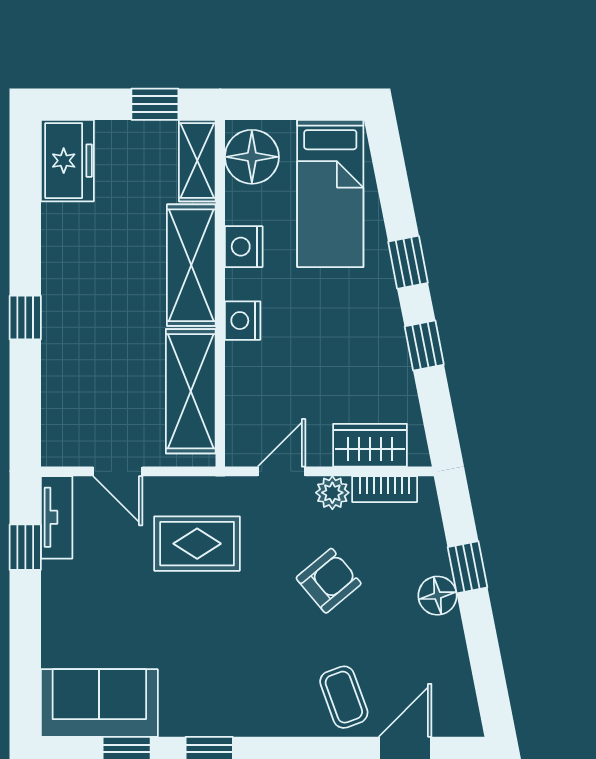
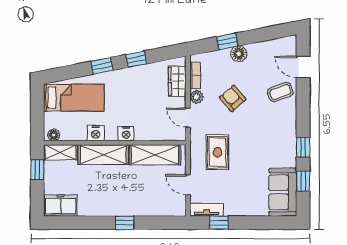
floor lamp: (252, 157) -> (54, 135), width x0.53, depth x0.53
door: (118, 471) -> (188, 185), swing flipped

